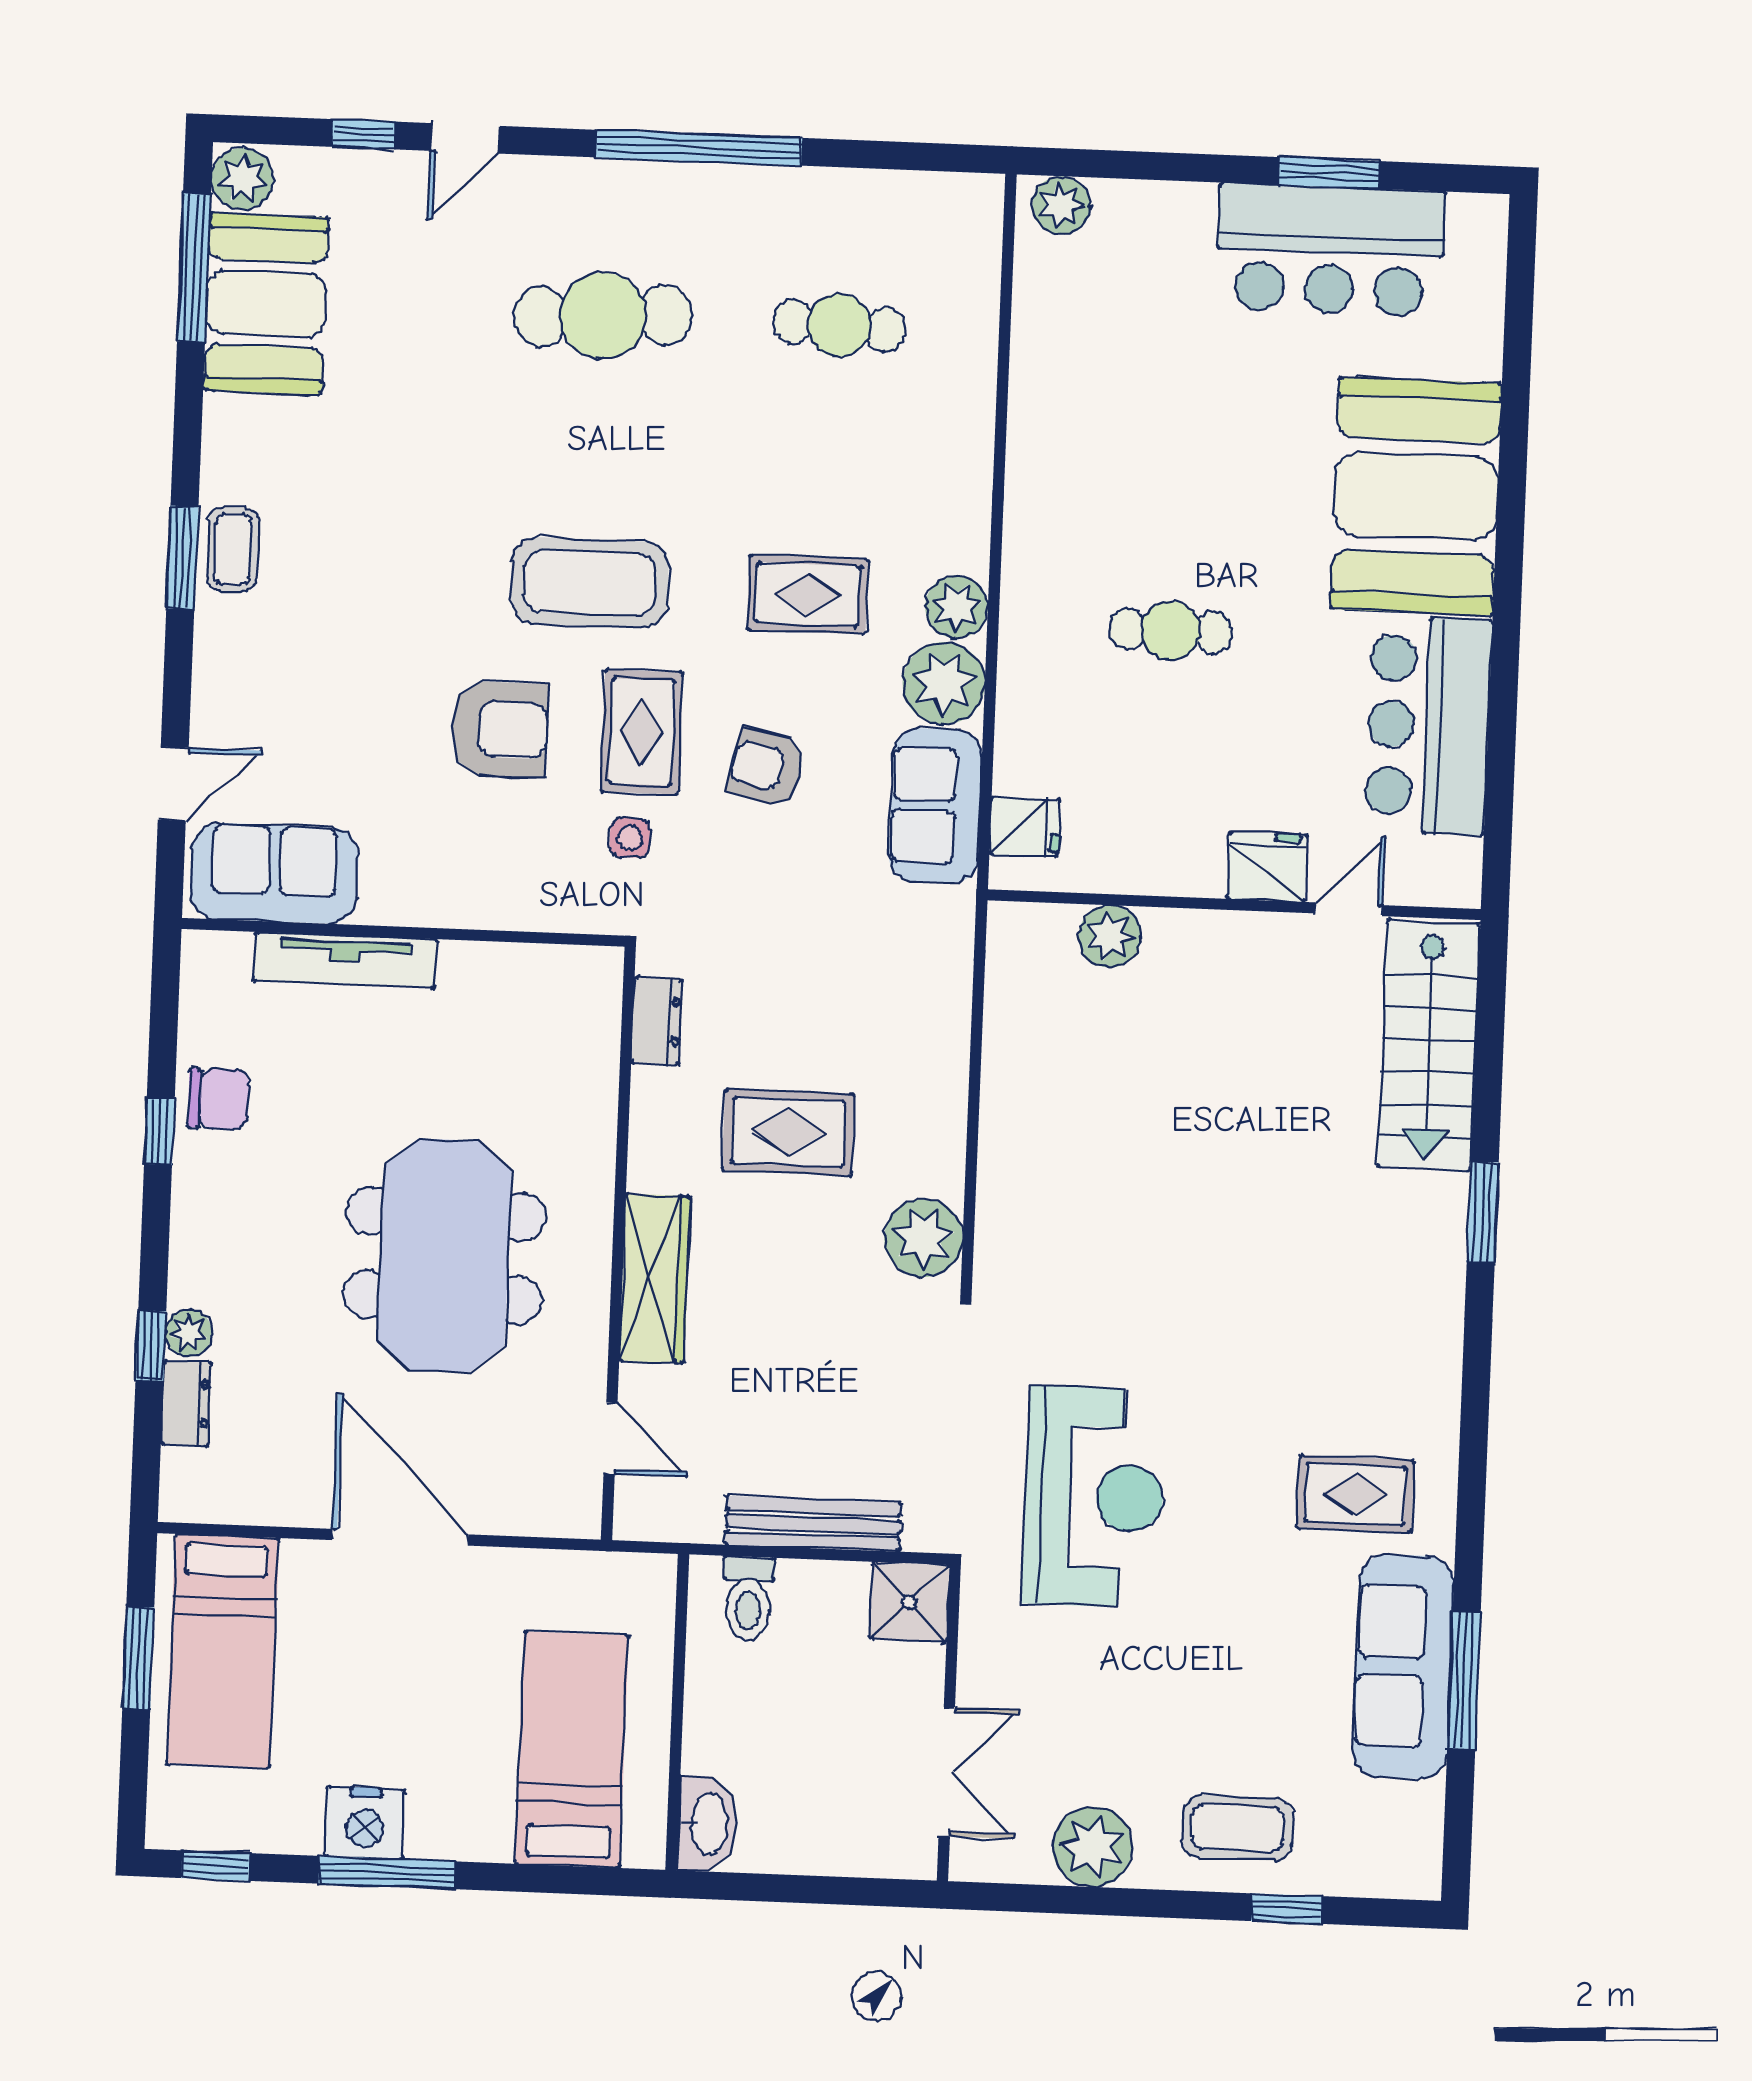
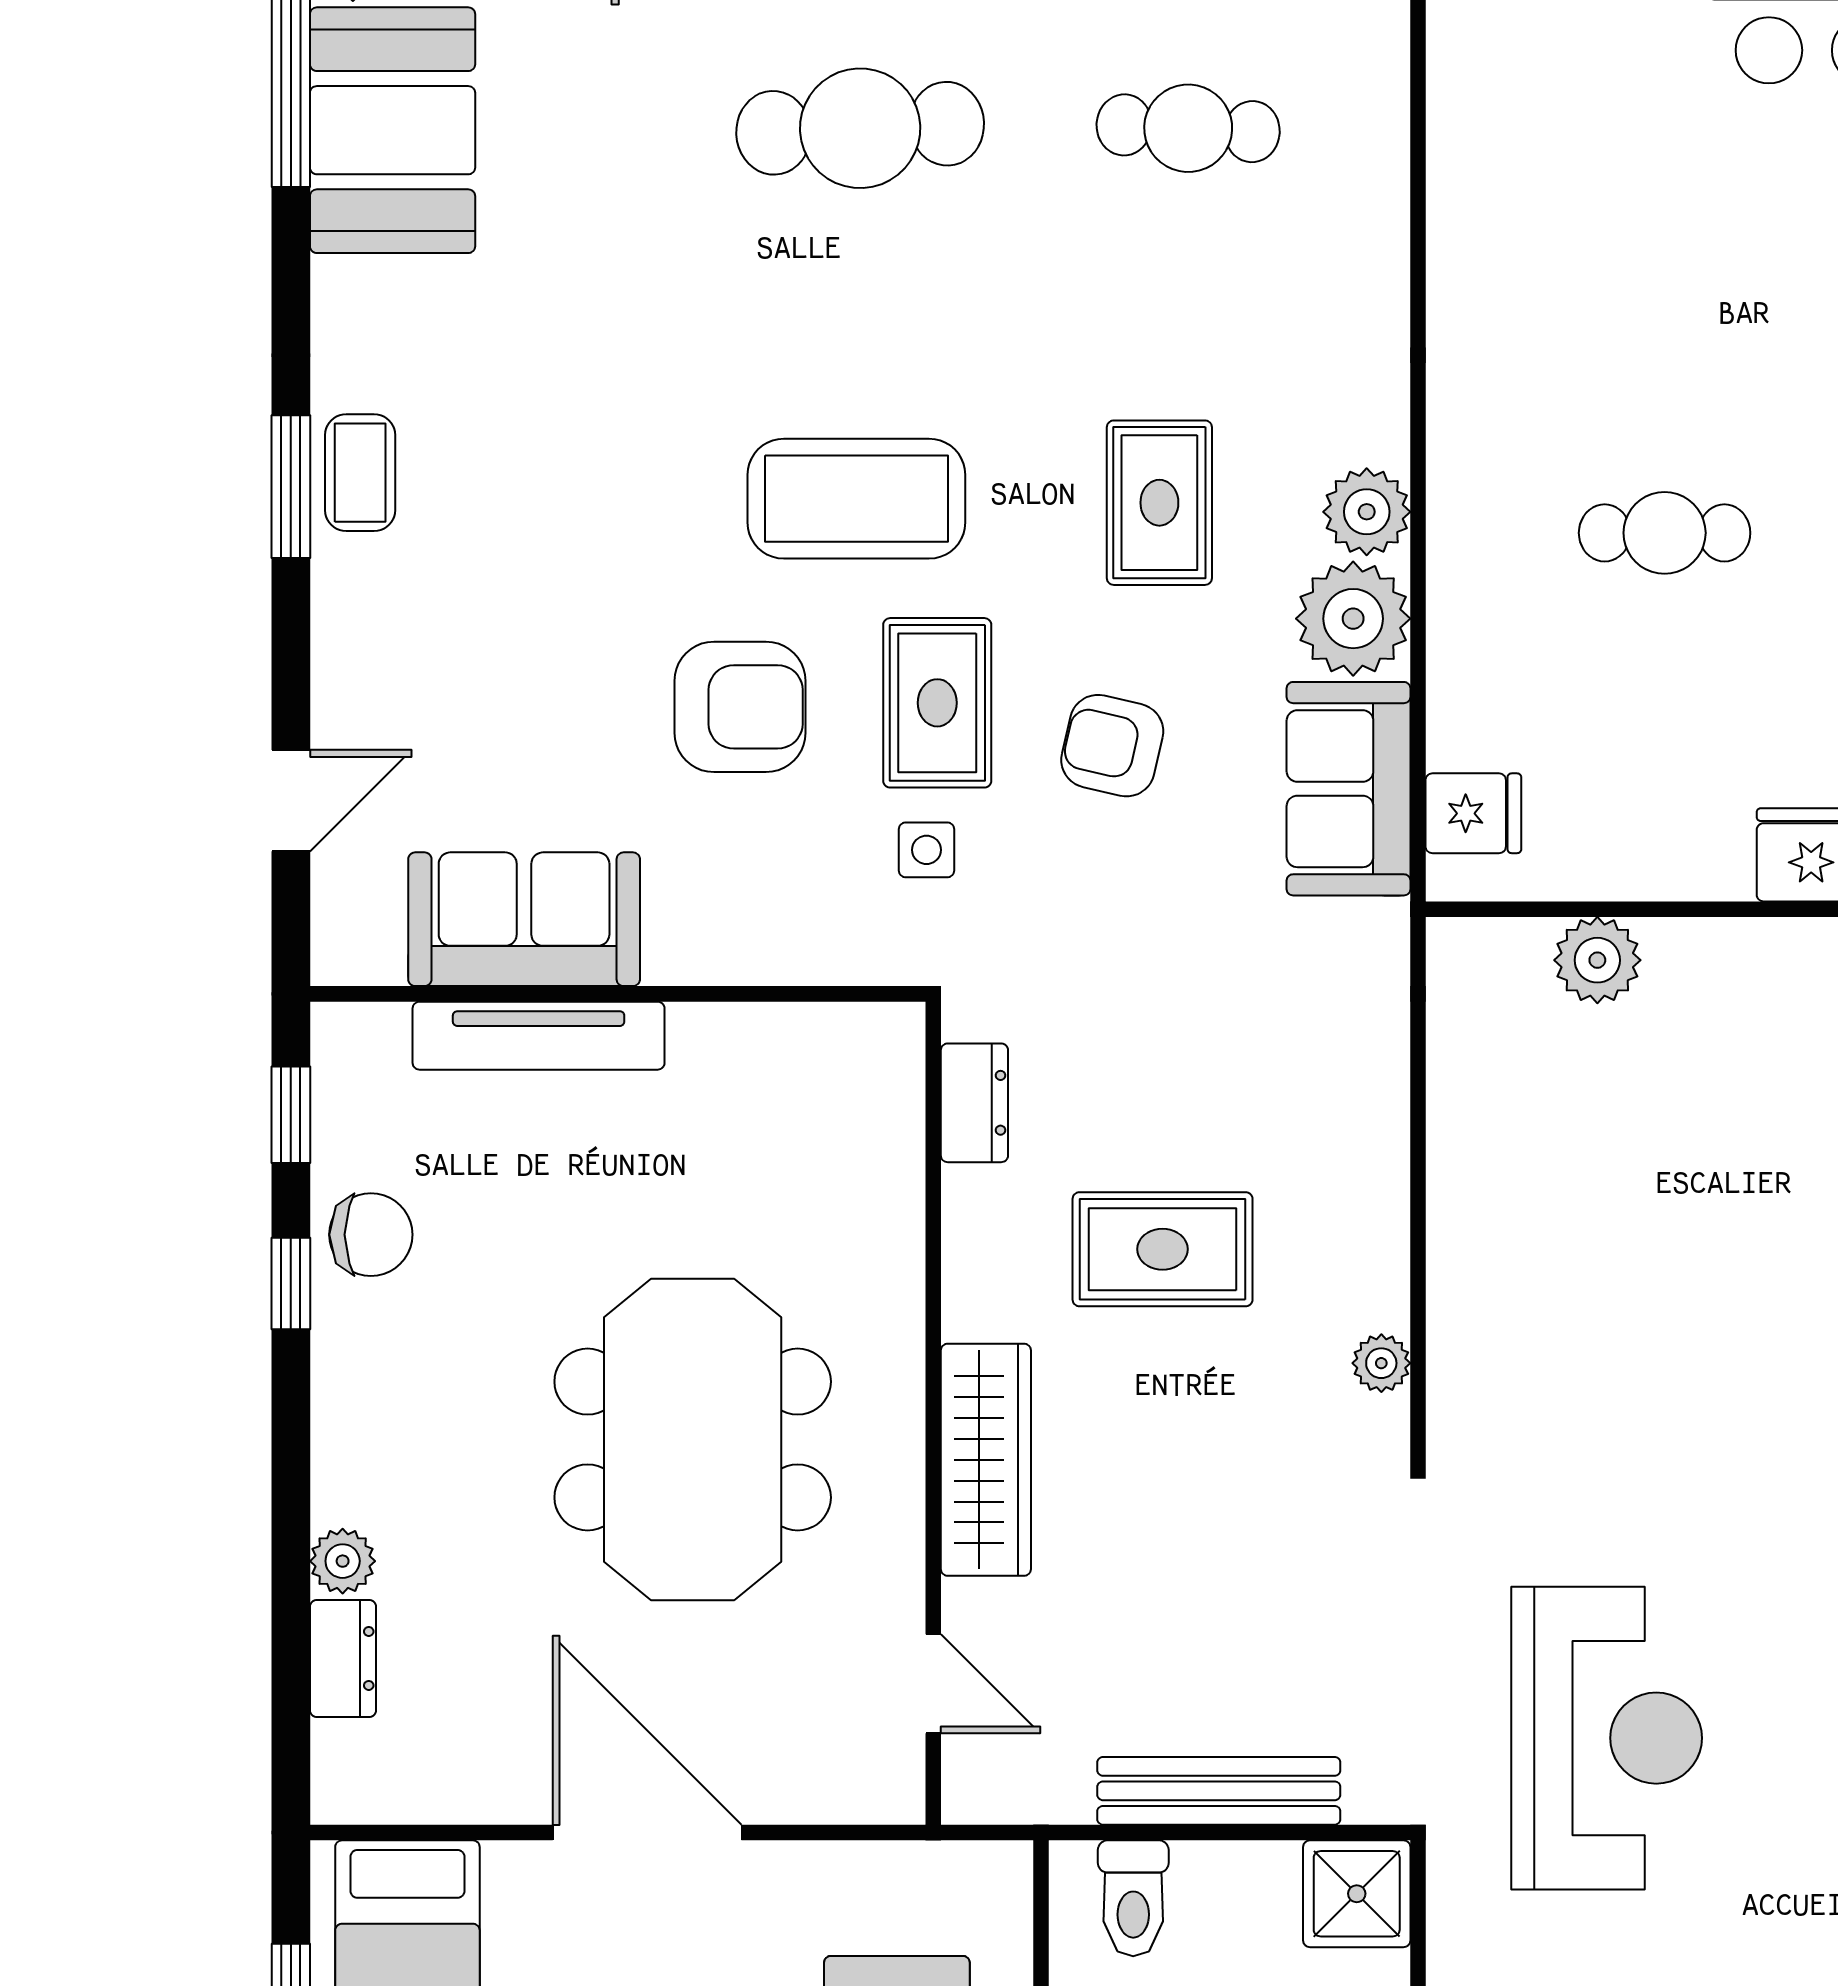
rug: (808, 594) -> (1159, 503), turned 90
sofa: (274, 873) -> (524, 919), moved
plant: (924, 1238) -> (1381, 1363), width x0.53, depth x0.53
window: (151, 1346) -> (291, 1115), moved

